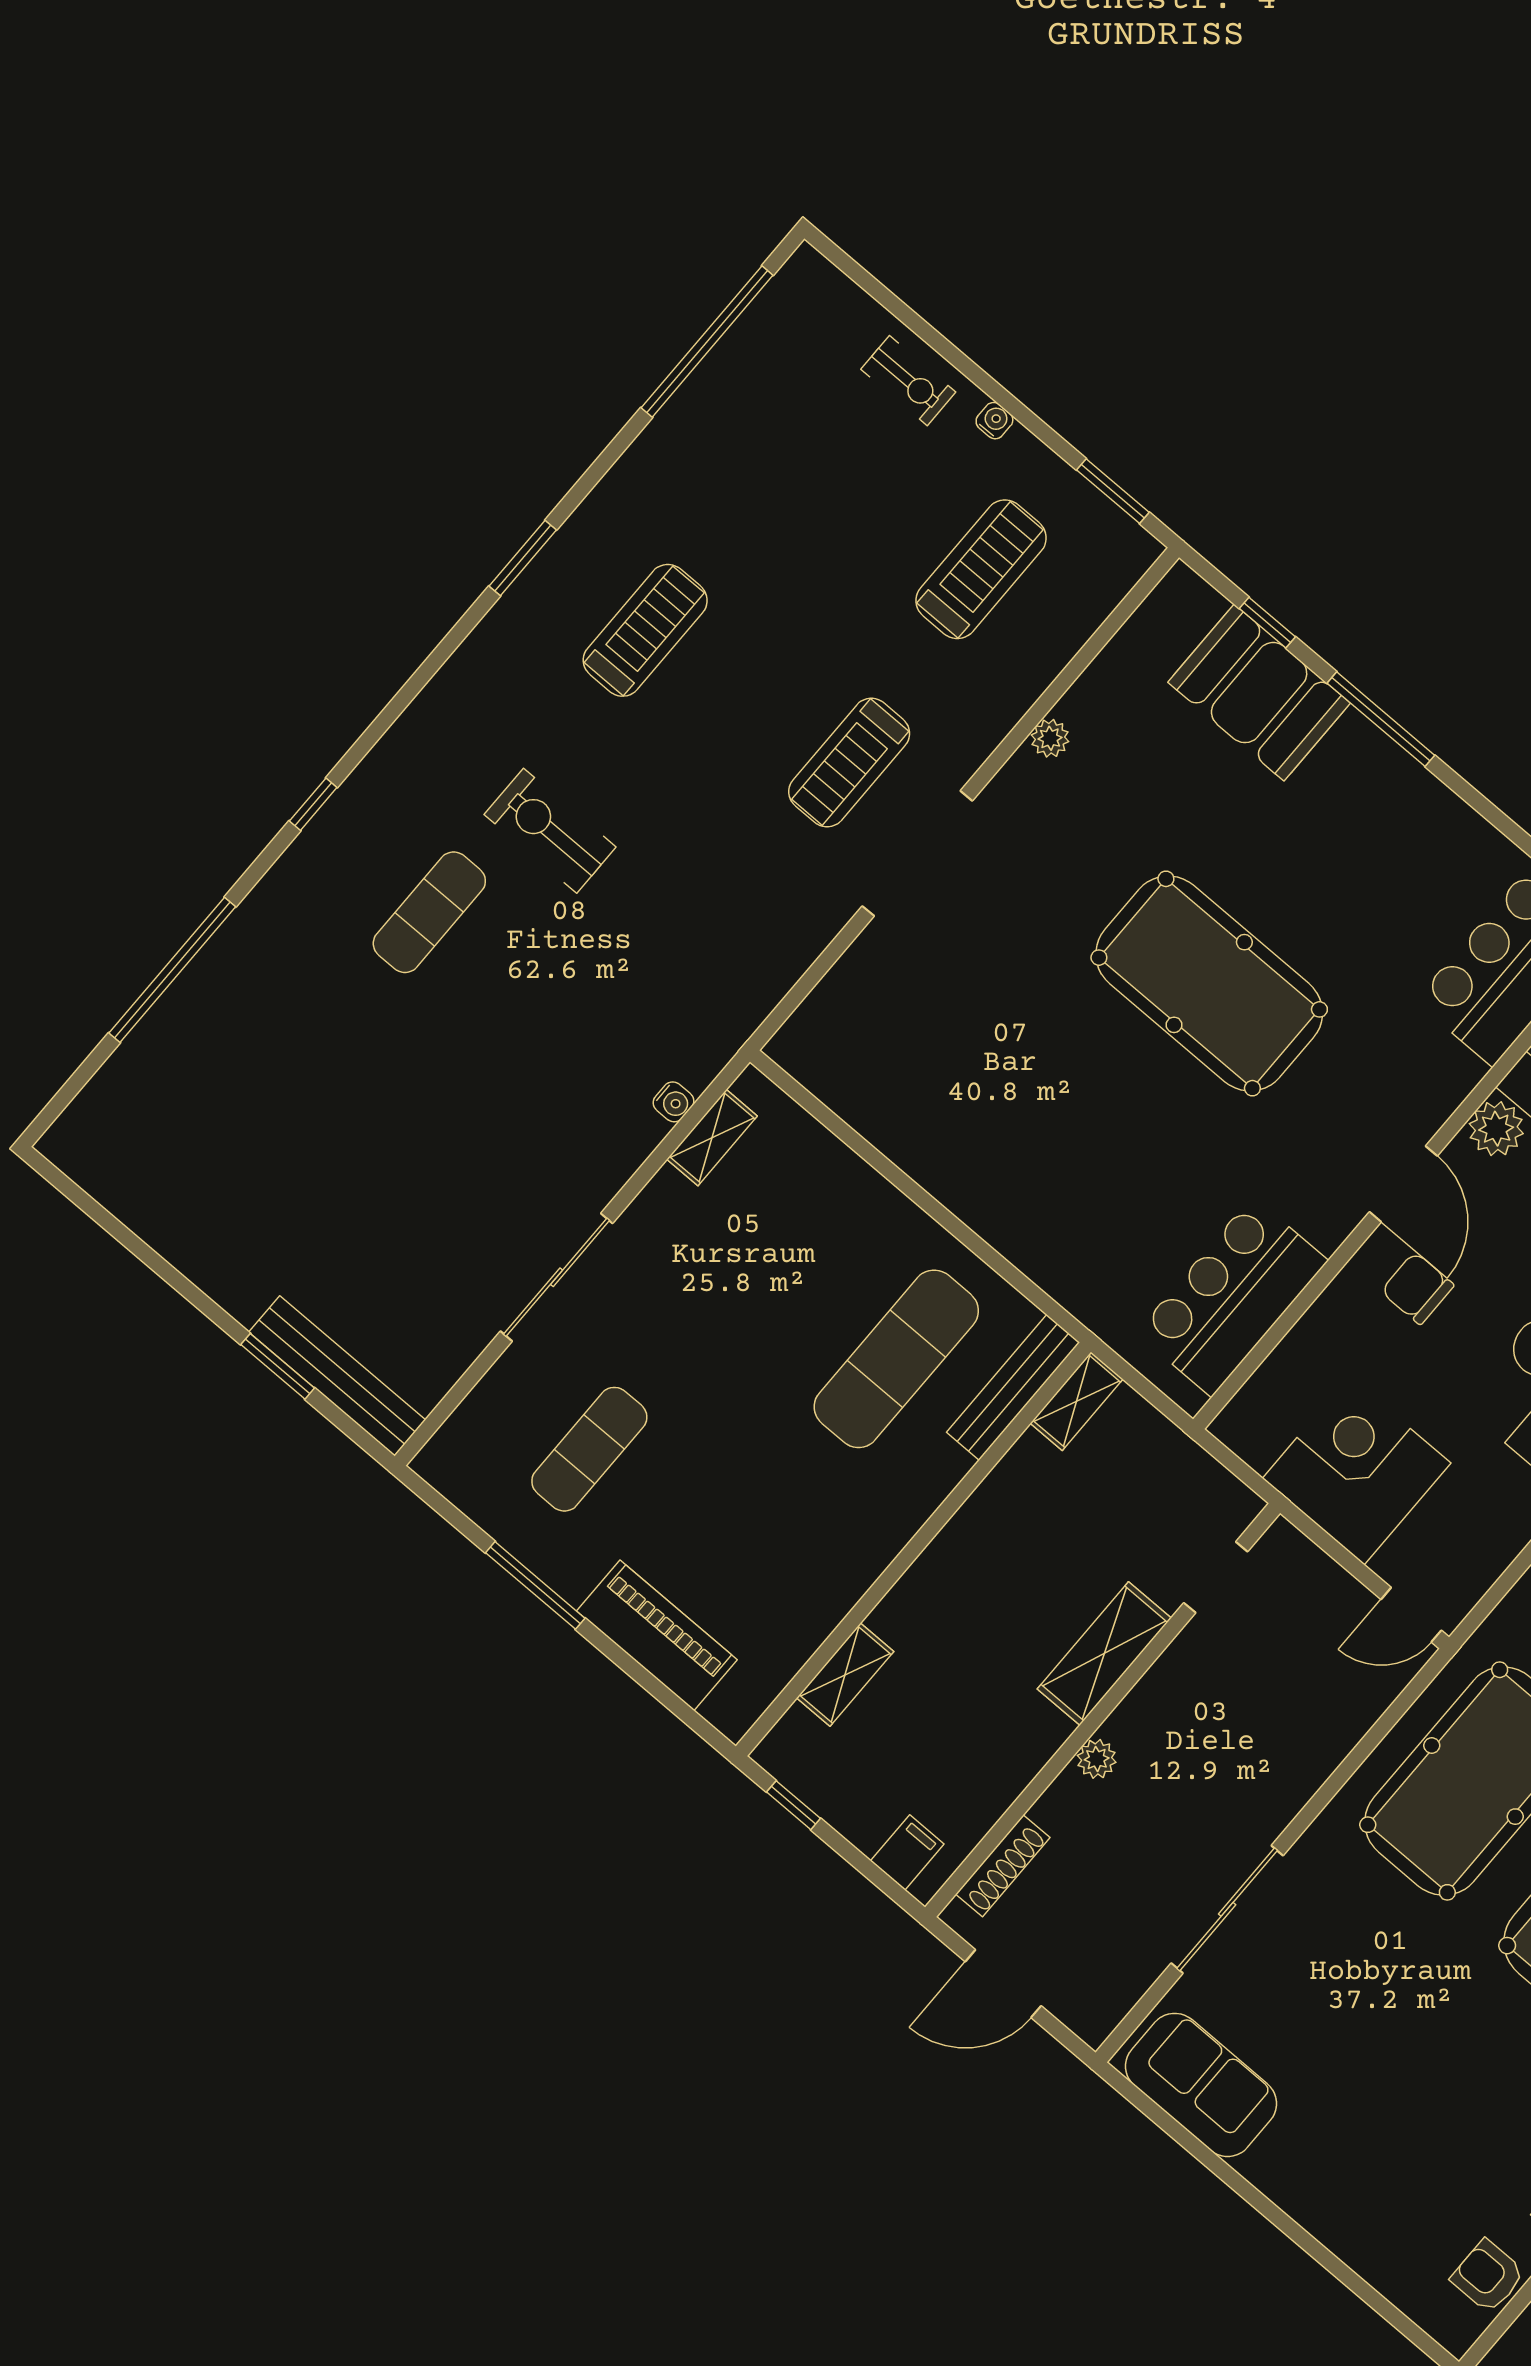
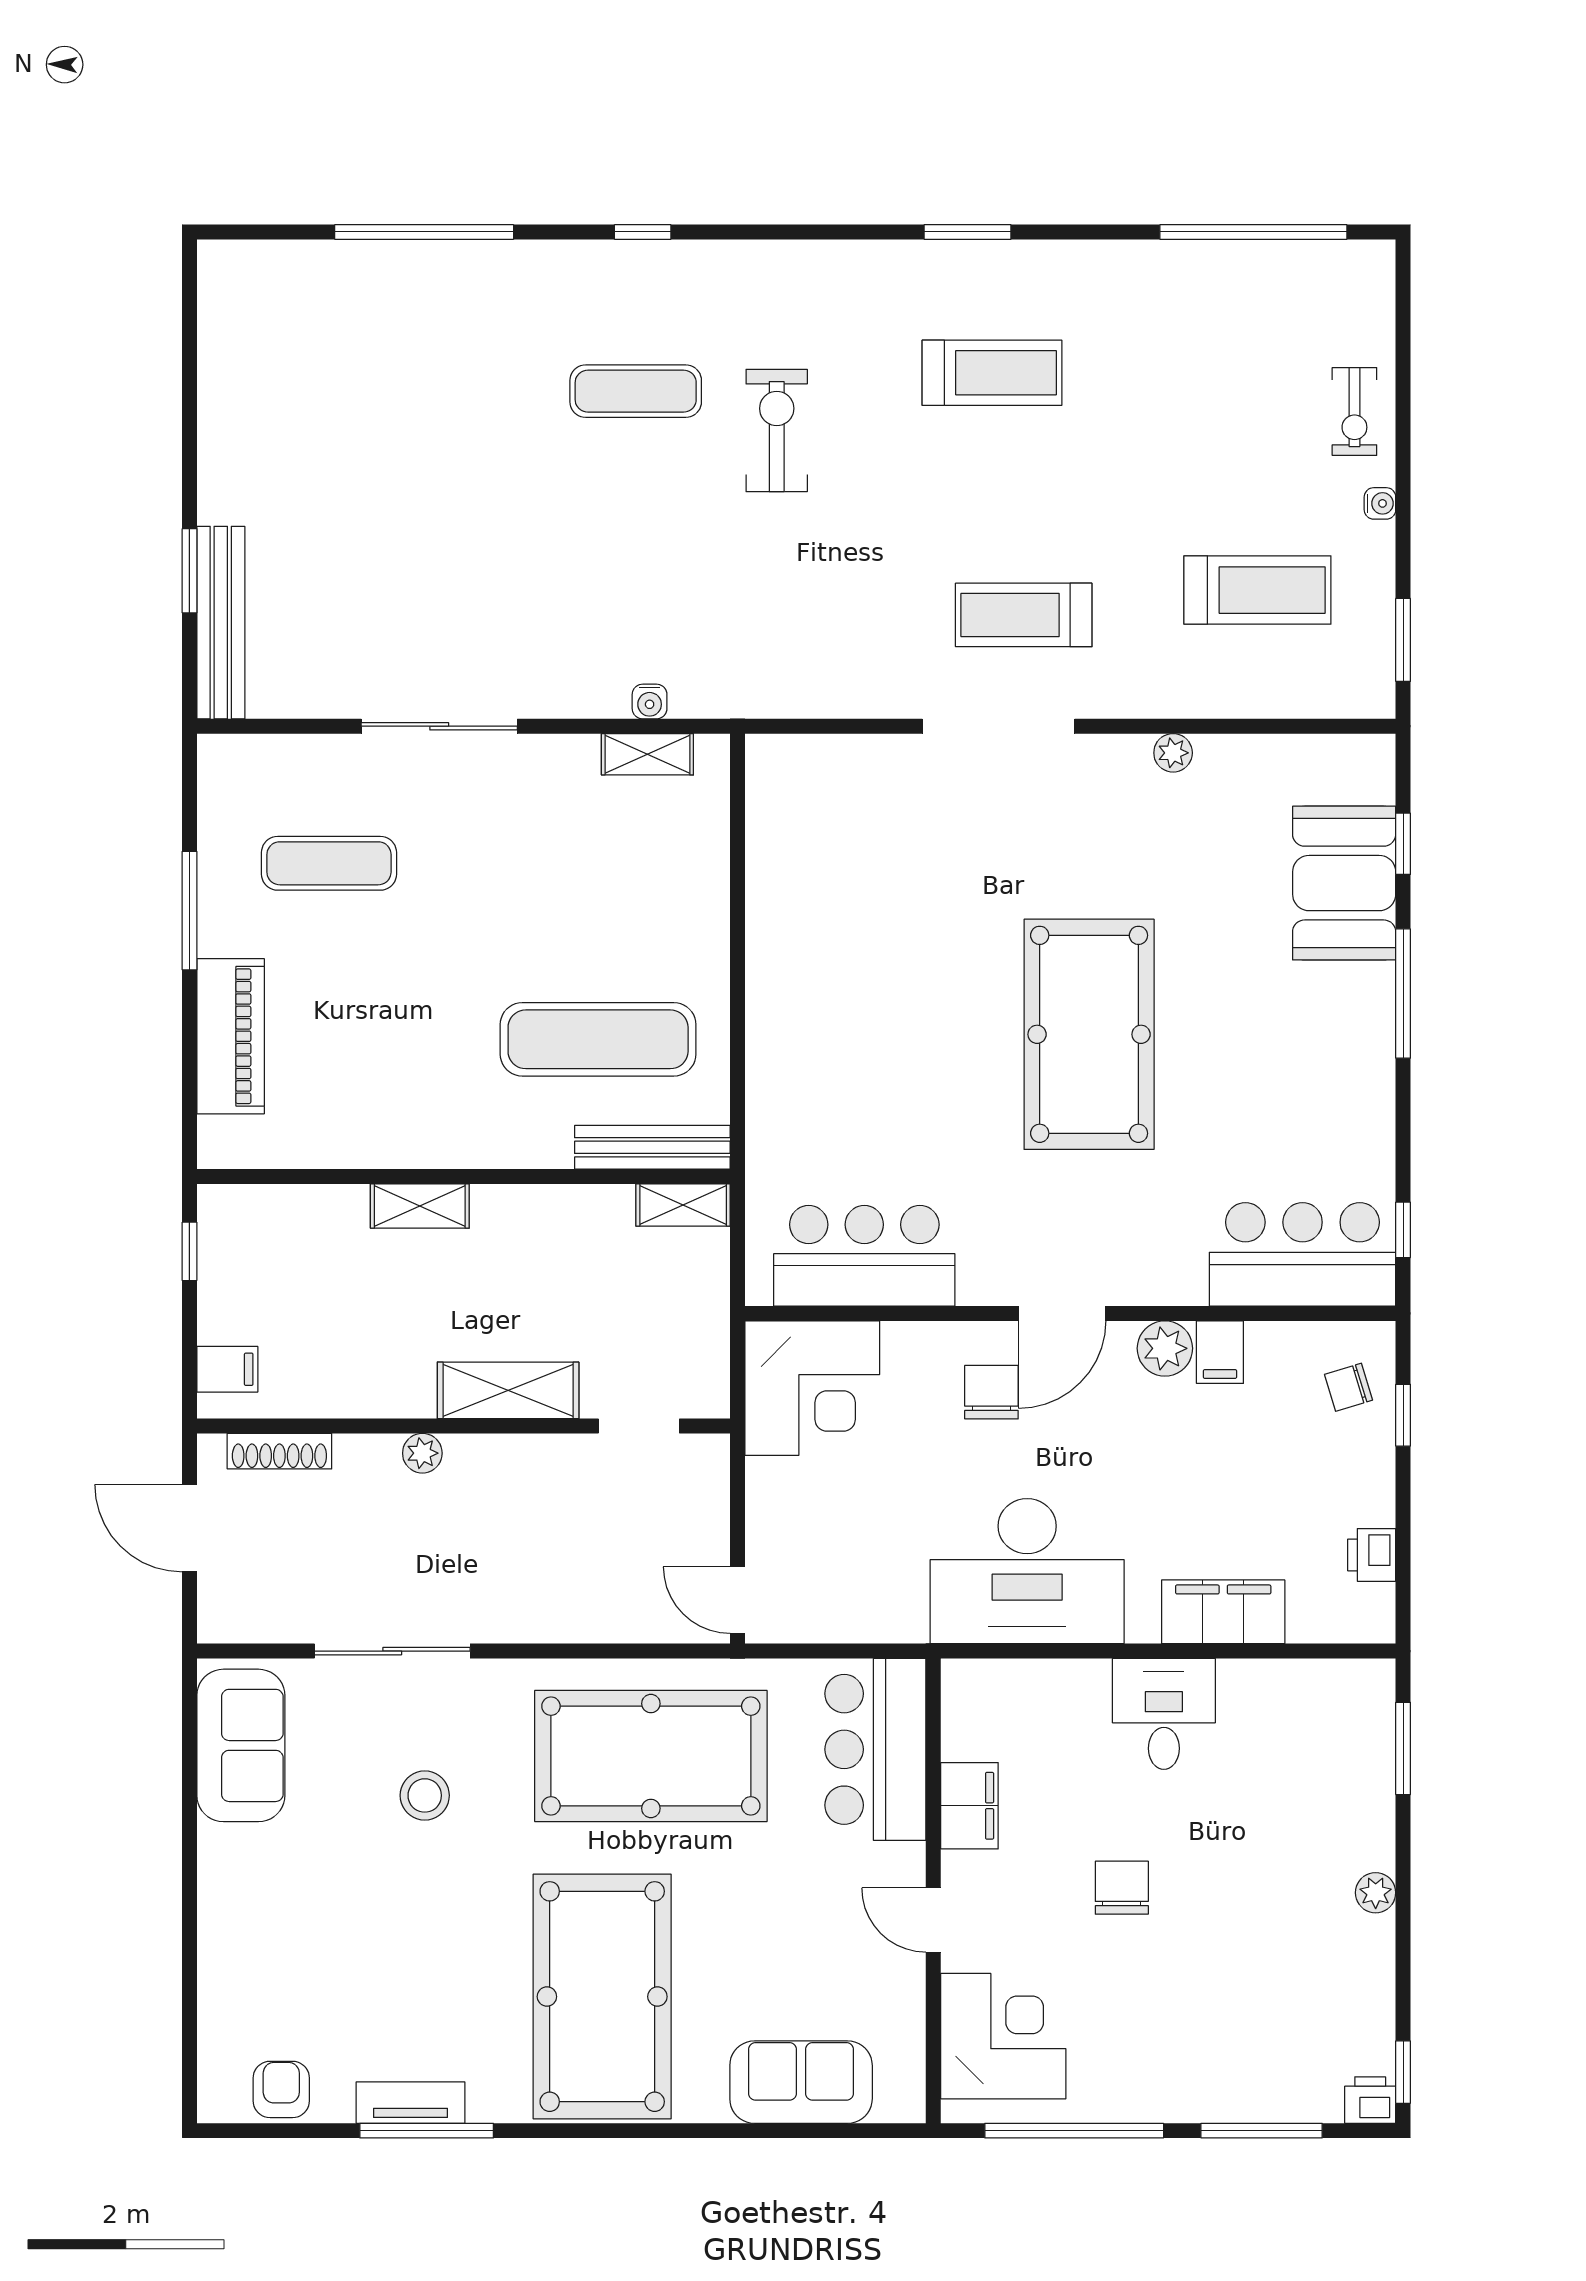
corner desk: (1357, 1471) -> (812, 1388), moved, turned 90
shelving: (845, 1675) -> (420, 1206), moved
stool: (1358, 1978) -> (425, 1795), added

